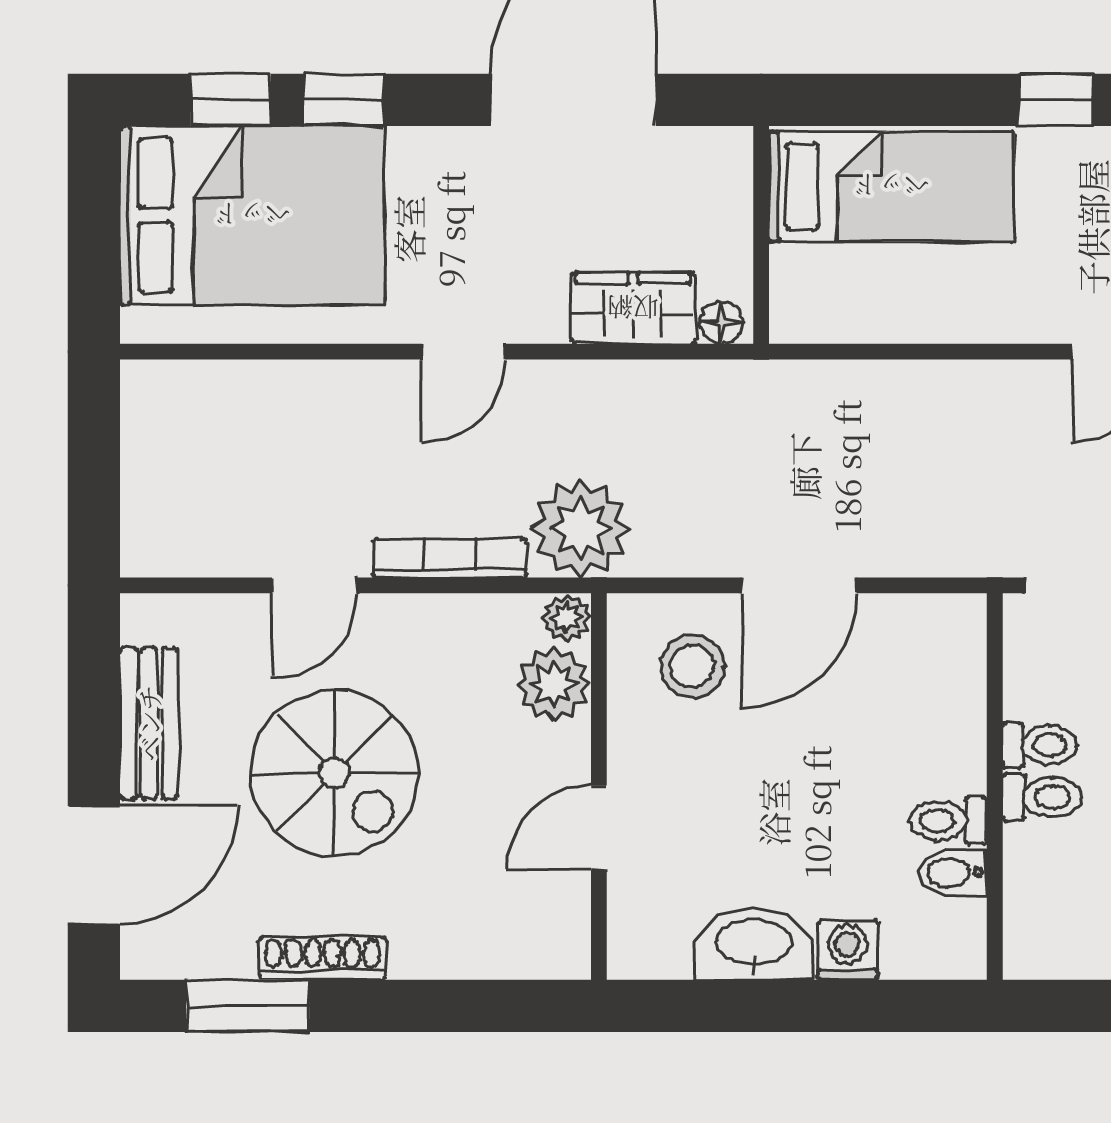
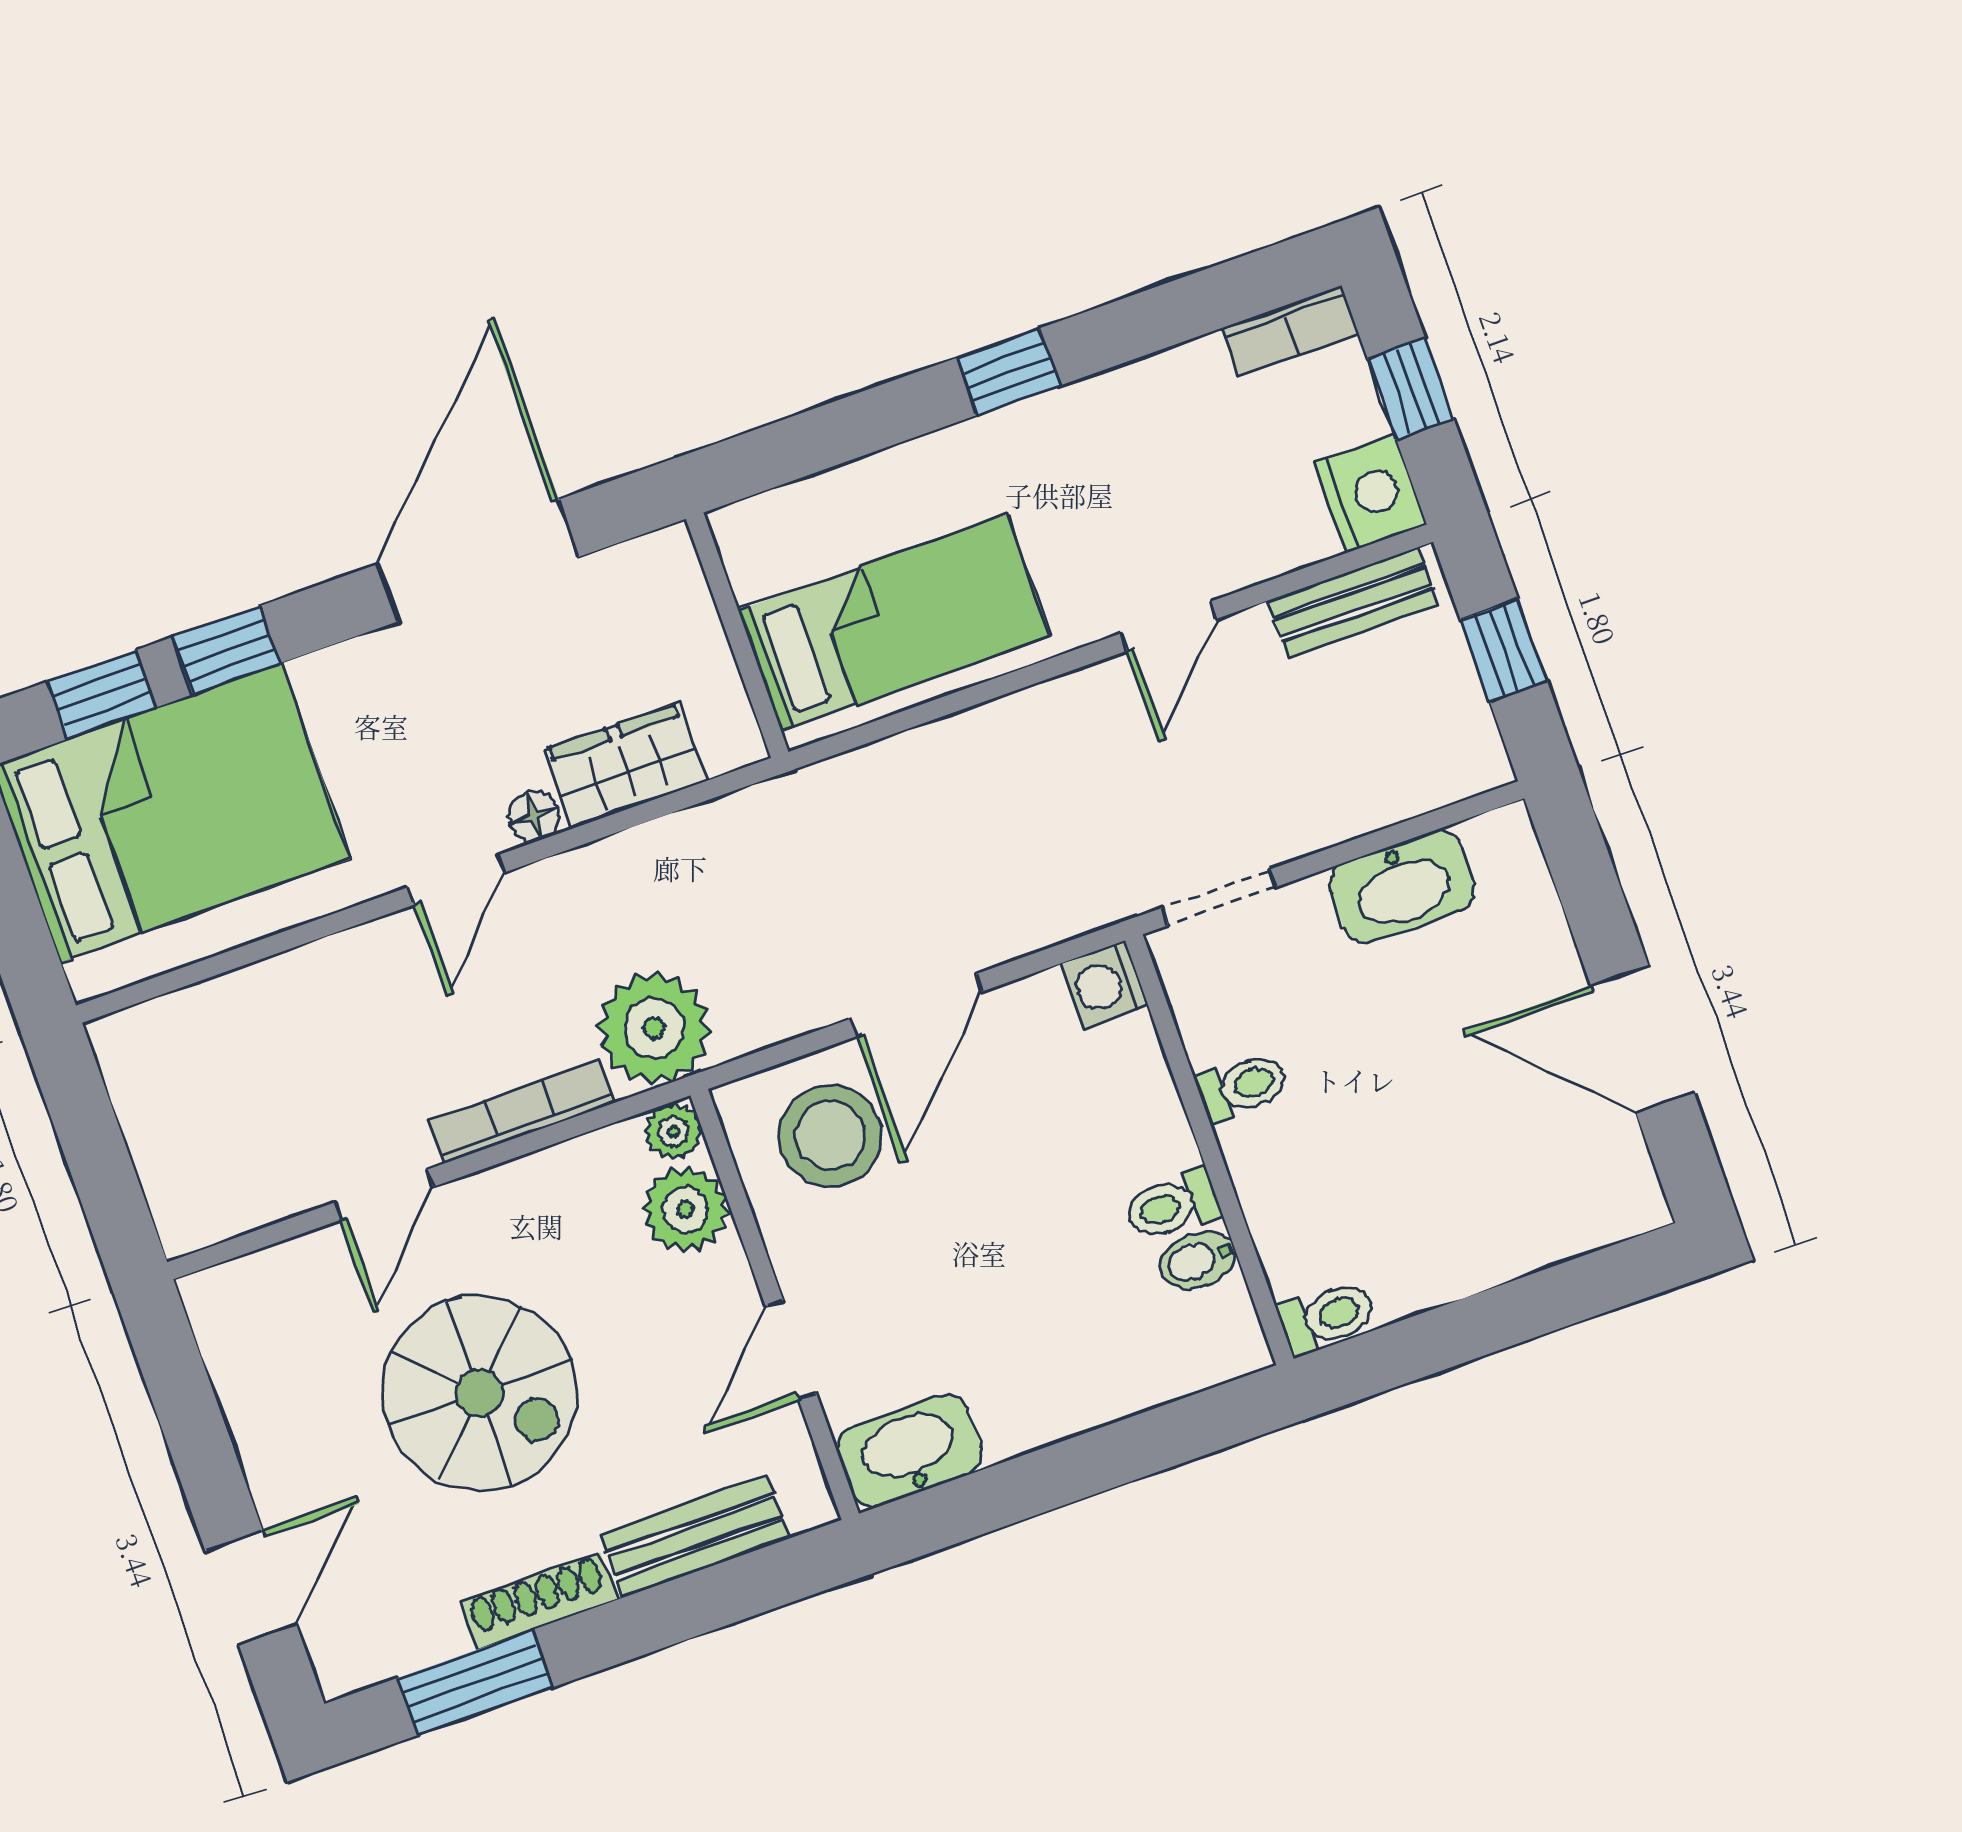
bed: (891, 186) -> (894, 623), moved
floor lamp: (721, 323) -> (534, 816), moved
stool: (692, 666) -> (830, 1135), width x1.38, depth x1.38
bench: (149, 723) -> (695, 1536), moved, turned 90
toilet: (1042, 797) -> (1327, 1317), moved
door: (94, 865) -> (251, 1588), width x0.73
washbasin: (753, 944) -> (910, 1451), moved
washing machine: (848, 950) -> (1104, 985), moved, turned -90

